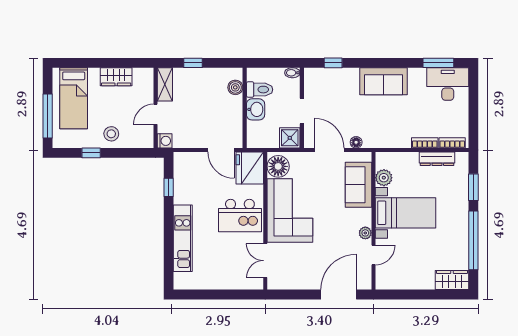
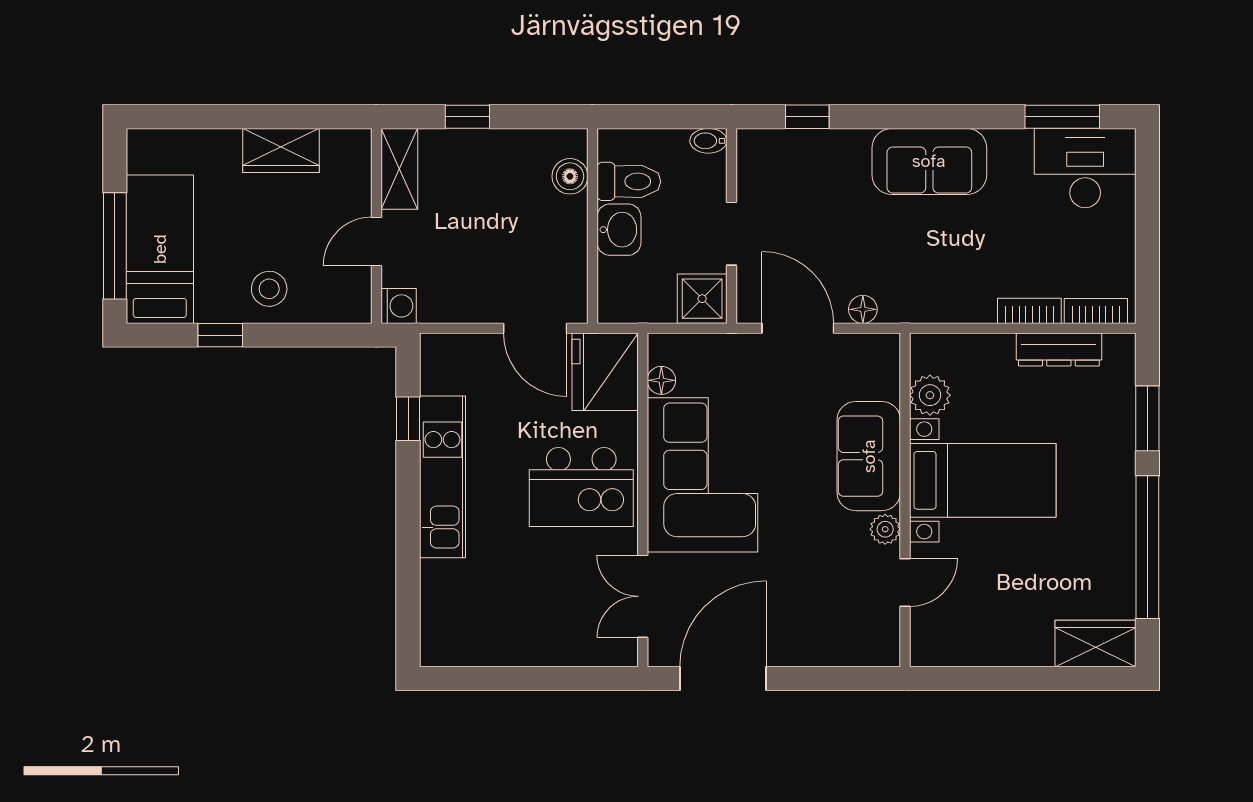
bed: (74, 98) -> (160, 249), moved, turned 180
floor lamp: (278, 166) -> (661, 380), width x0.53, depth x0.53
sofa: (359, 185) -> (869, 456), moved
kitchen unit: (183, 238) -> (442, 477), moved
door: (339, 295) -> (723, 678), moved

